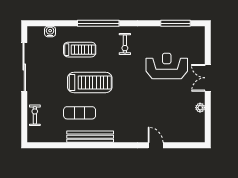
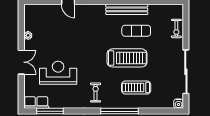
water cooler: (50, 31) -> (179, 104), moved
row of seats: (191, 33) -> (36, 103), added
reception desk: (167, 66) -> (58, 73), turned 180
treadmill: (90, 82) -> (127, 58), turned 180

